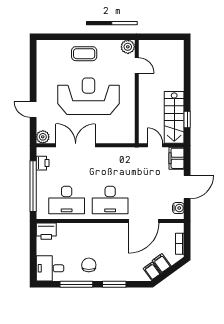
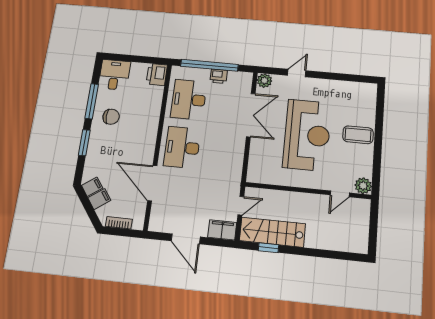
coffee table: (84, 54) -> (358, 135), turned 90
printer: (43, 163) -> (219, 76), moved
water cooler: (178, 208) -> (162, 226), removed

